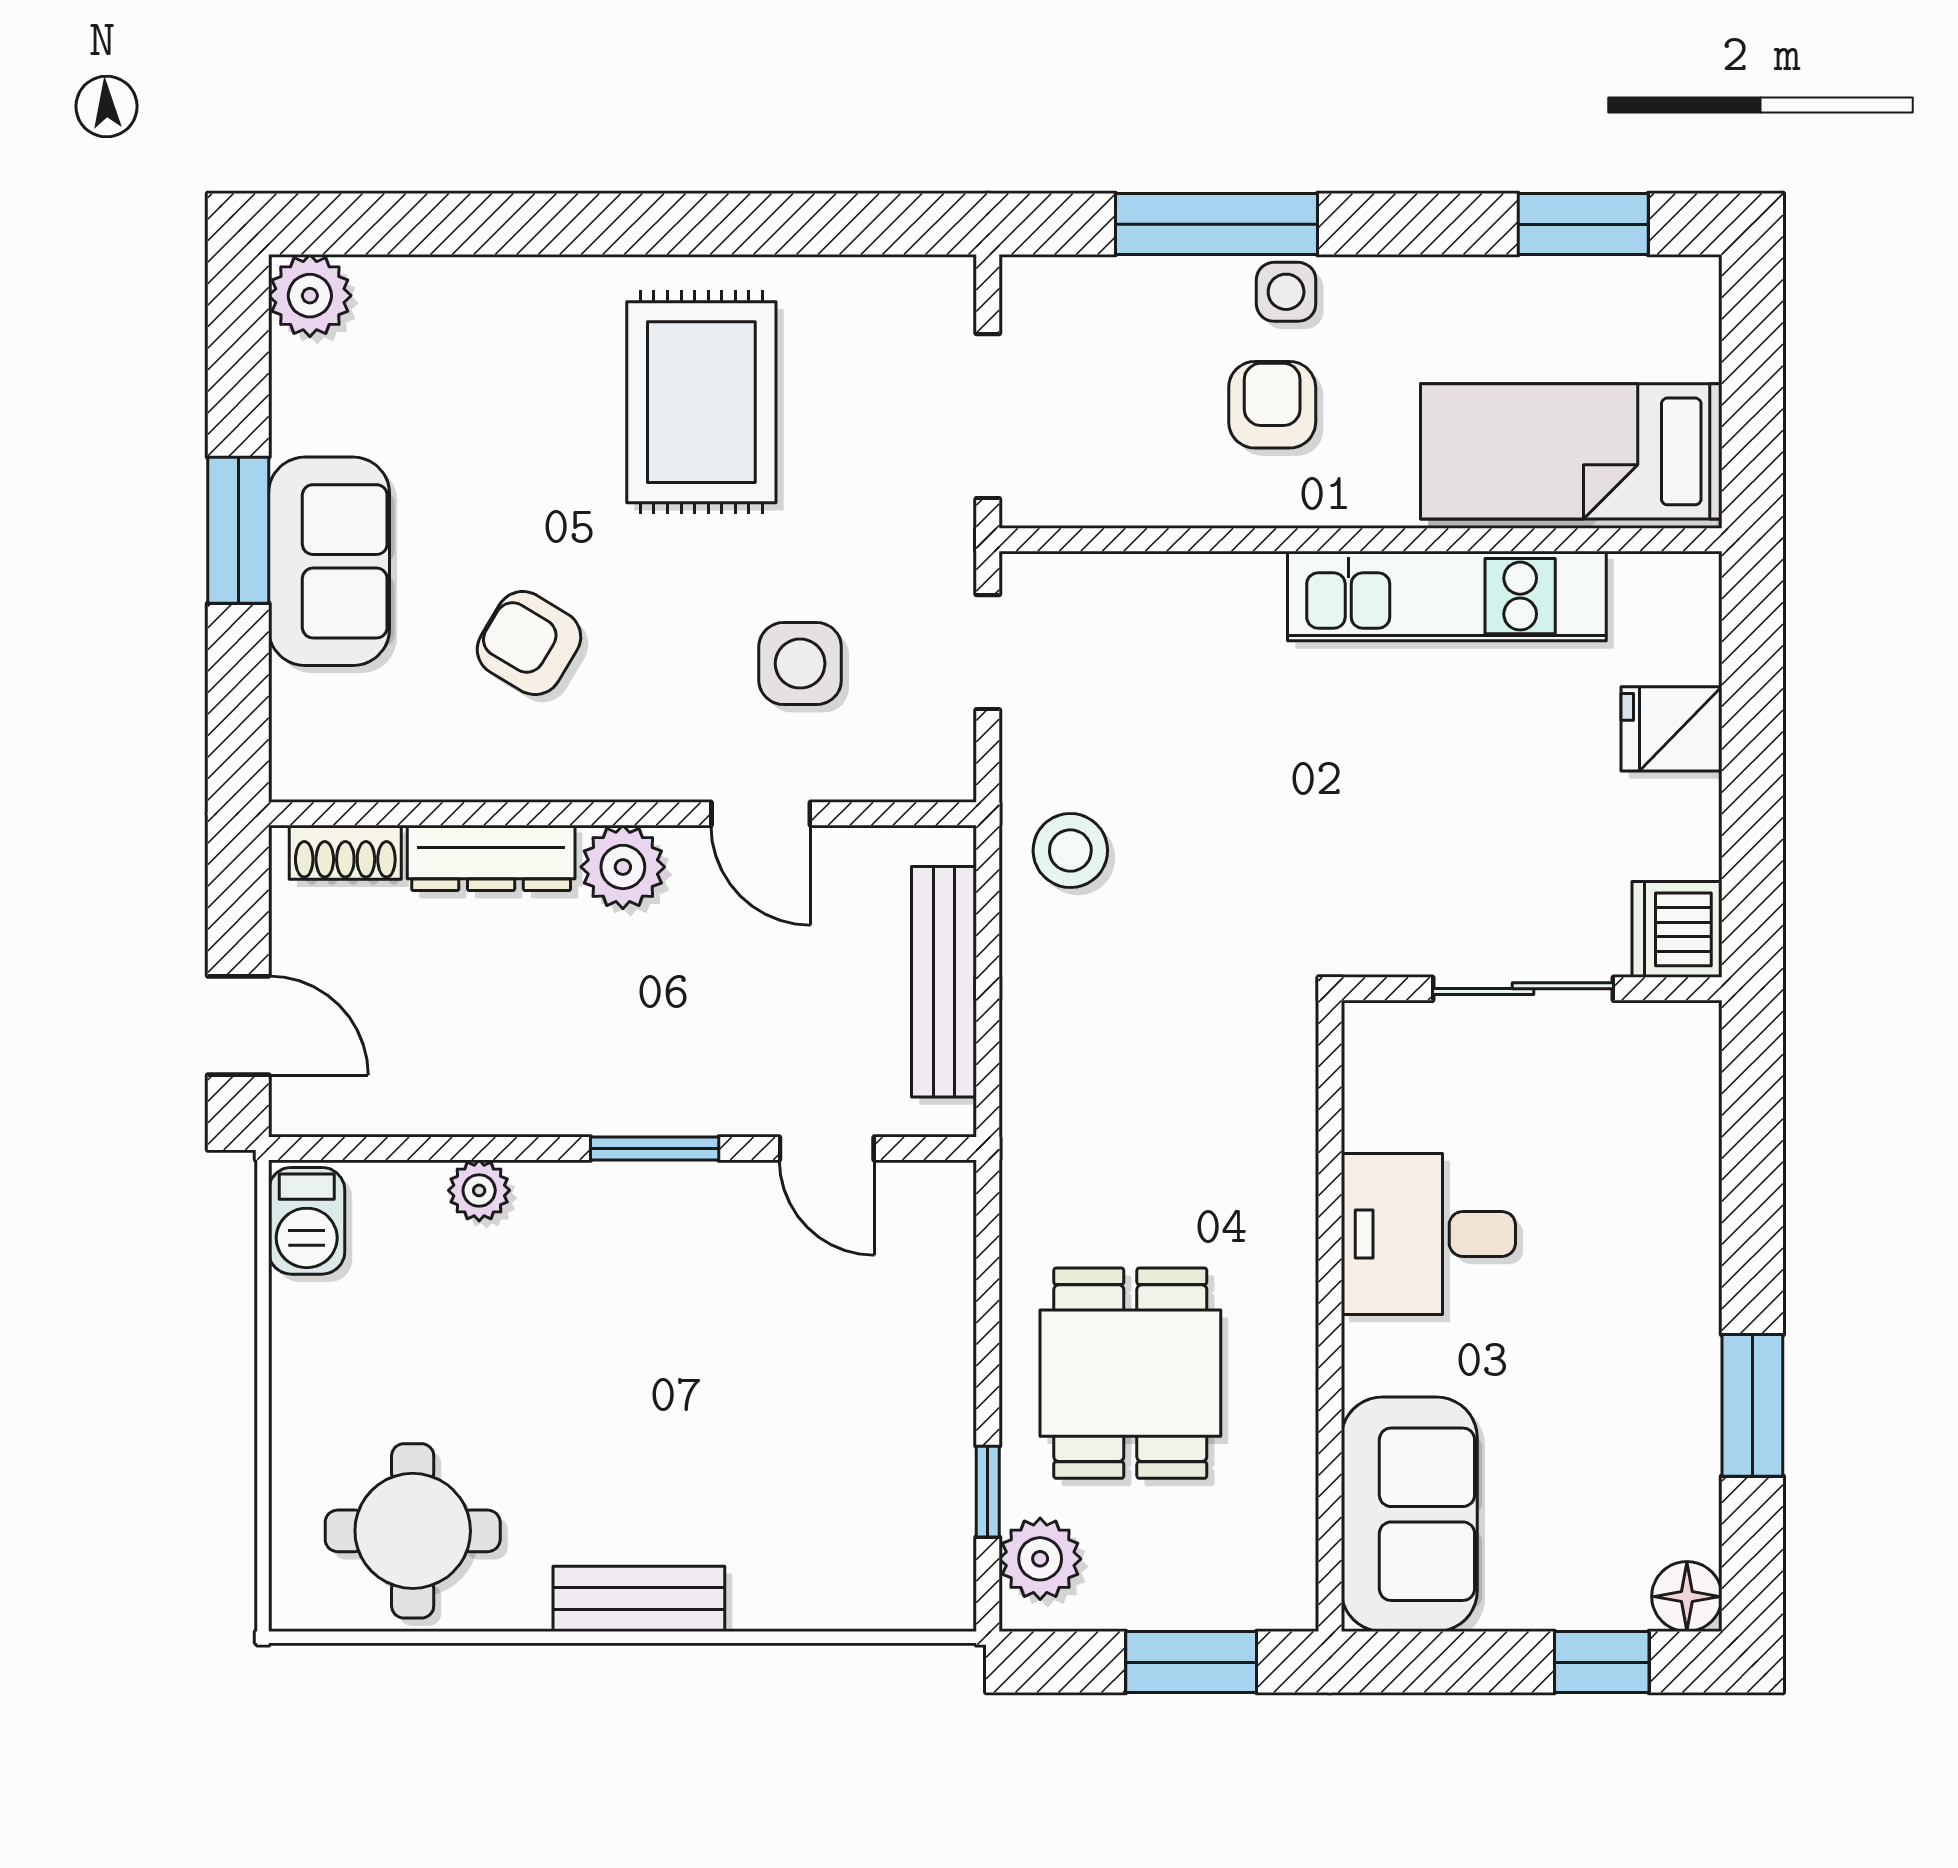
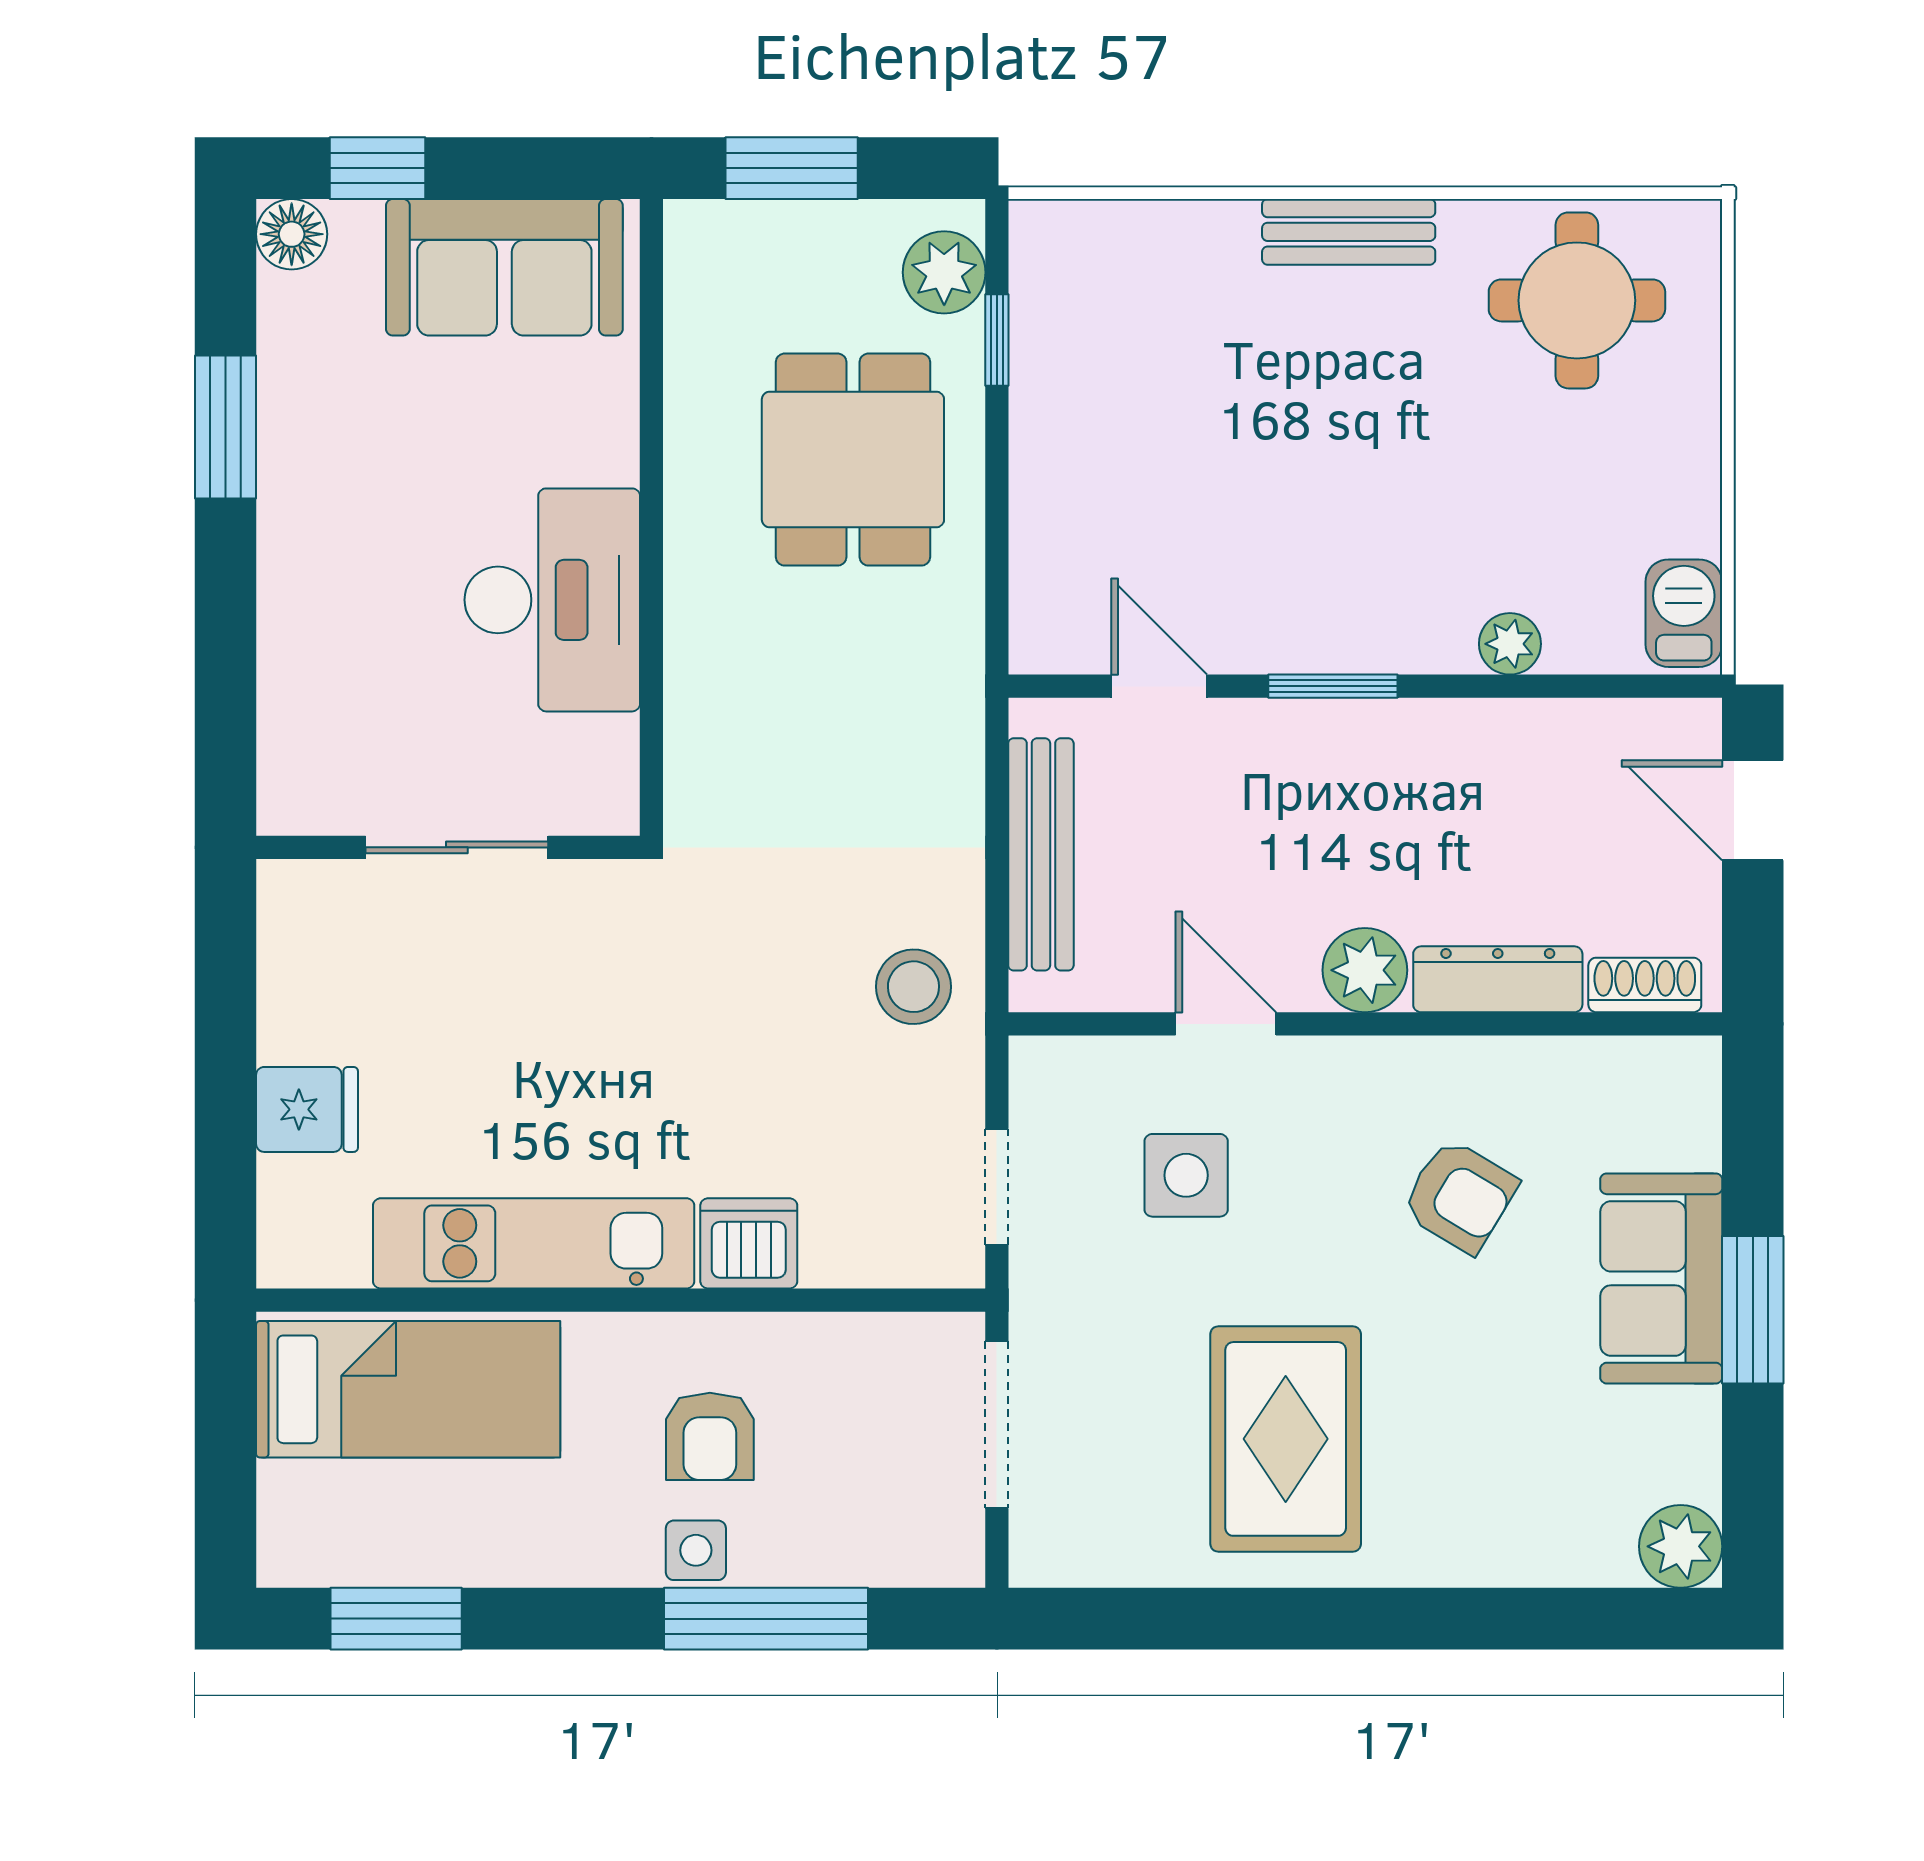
dishwasher: (1677, 929) -> (749, 1243), moved, turned -90
desk: (1428, 1234) -> (552, 600), width x1.37
sofa: (1409, 1514) -> (504, 267), moved, turned -90

